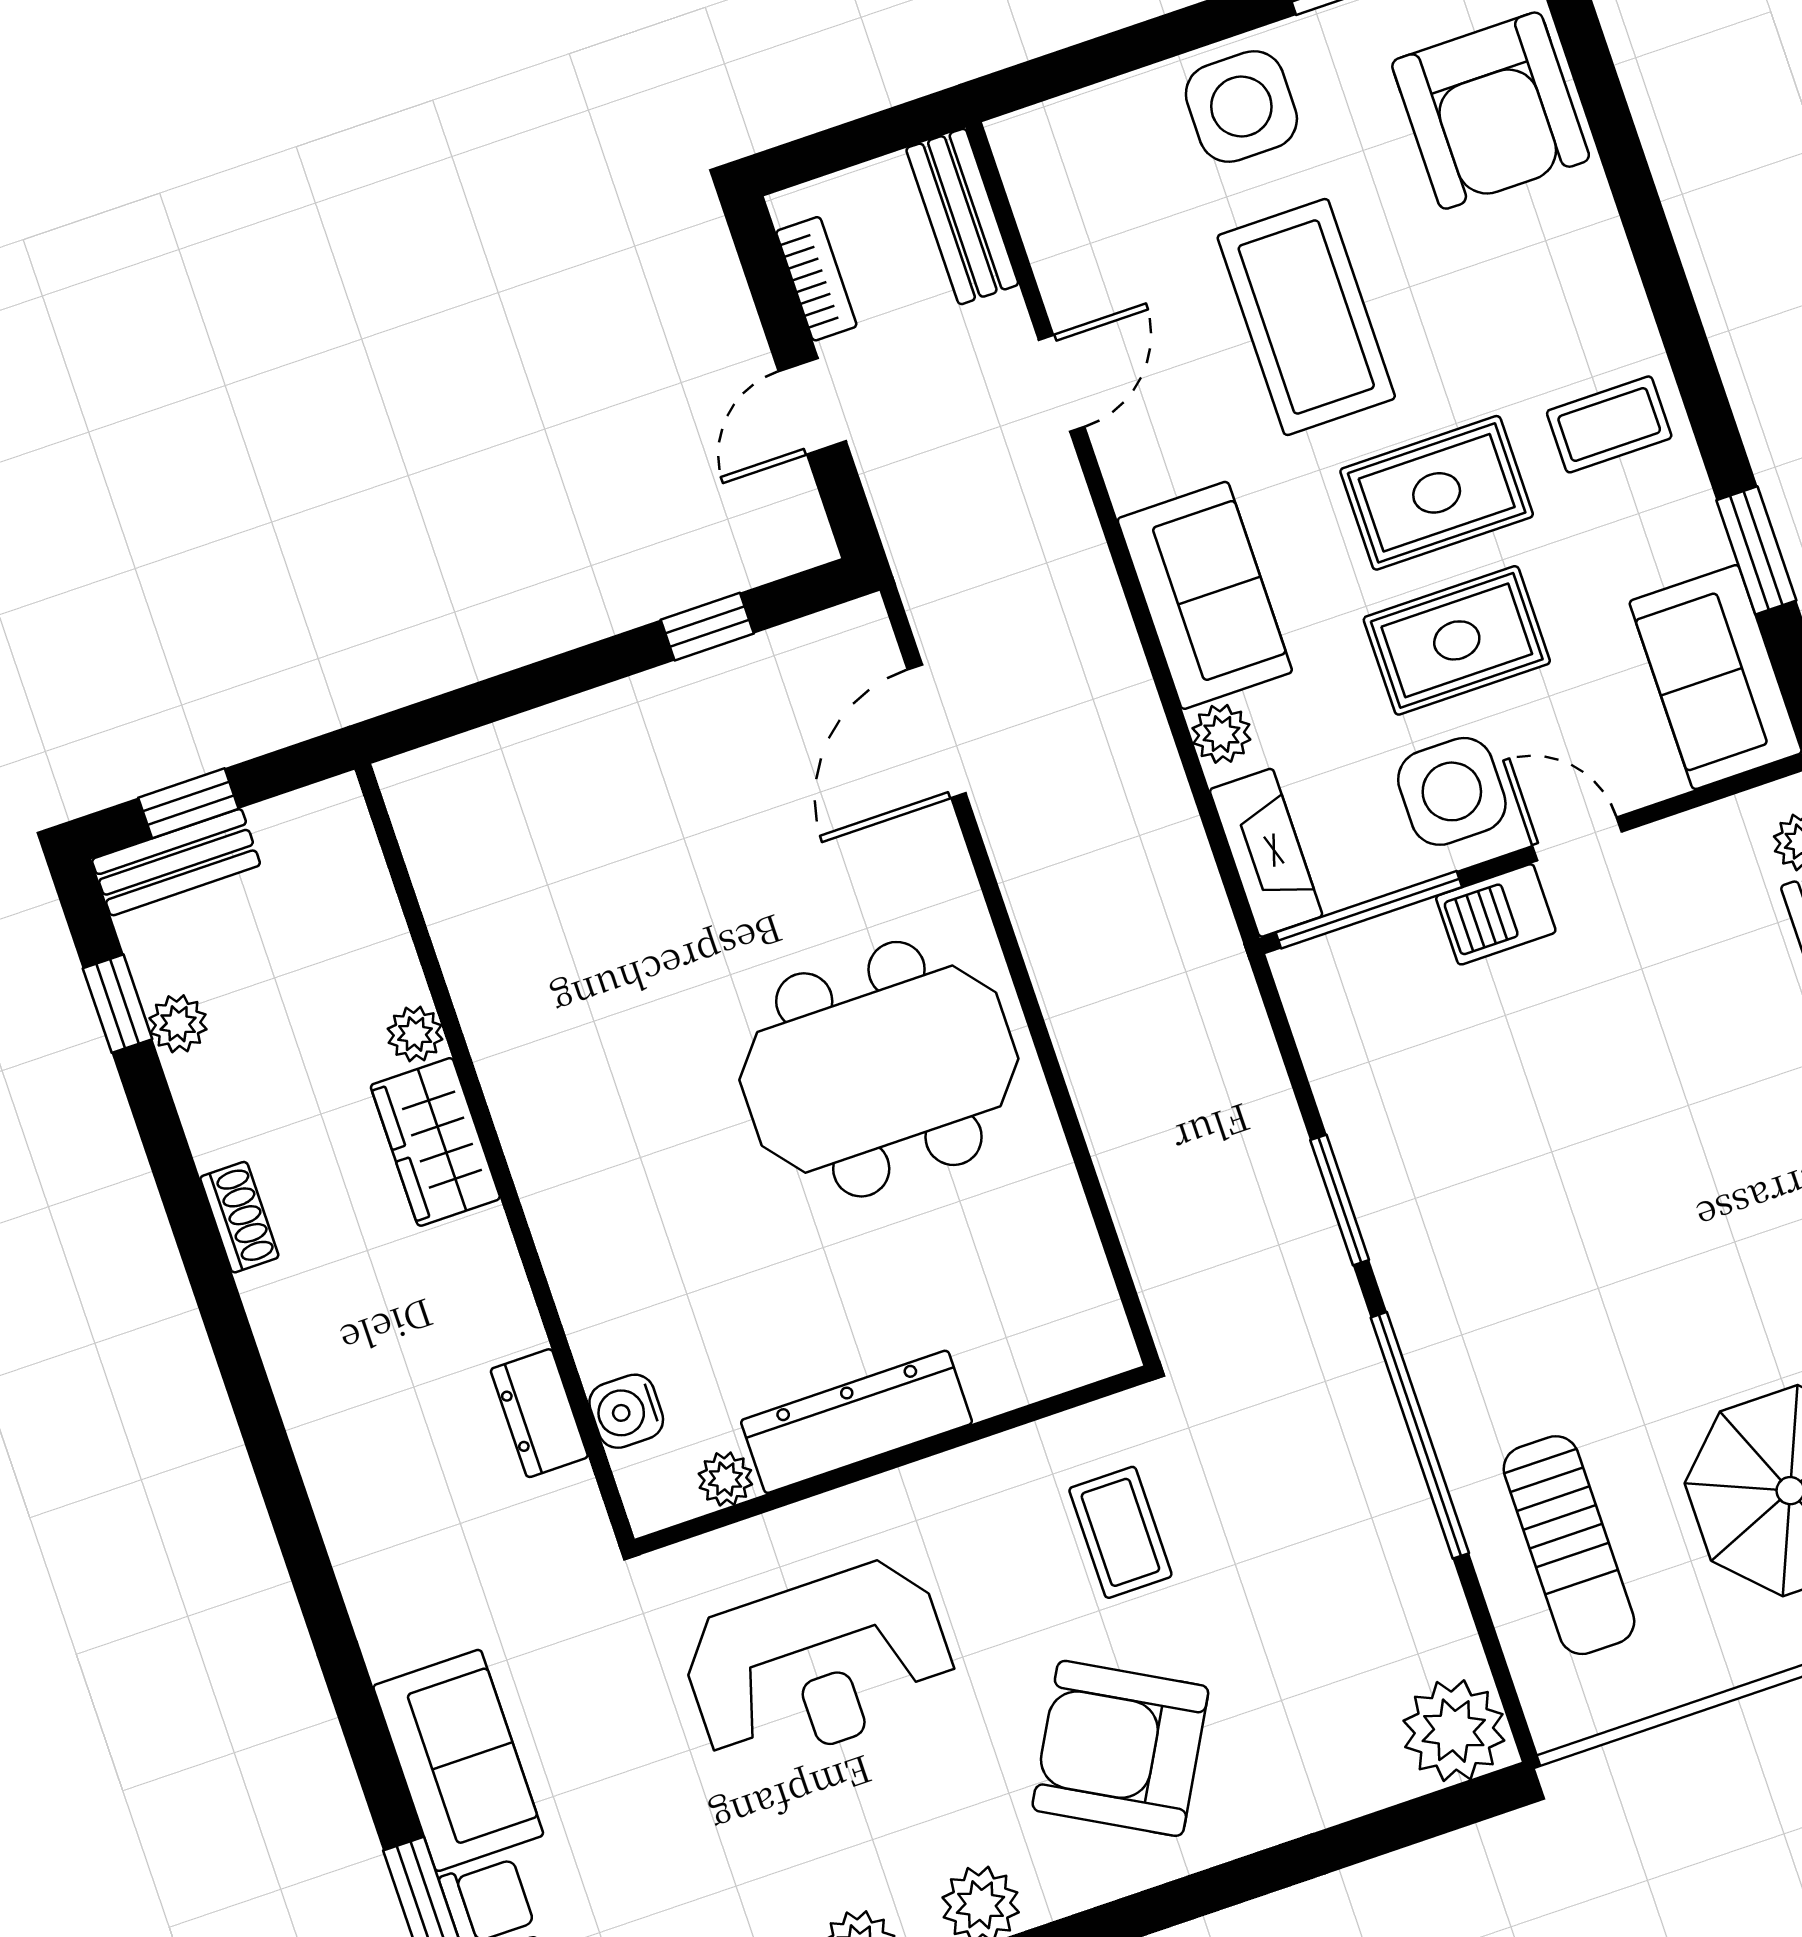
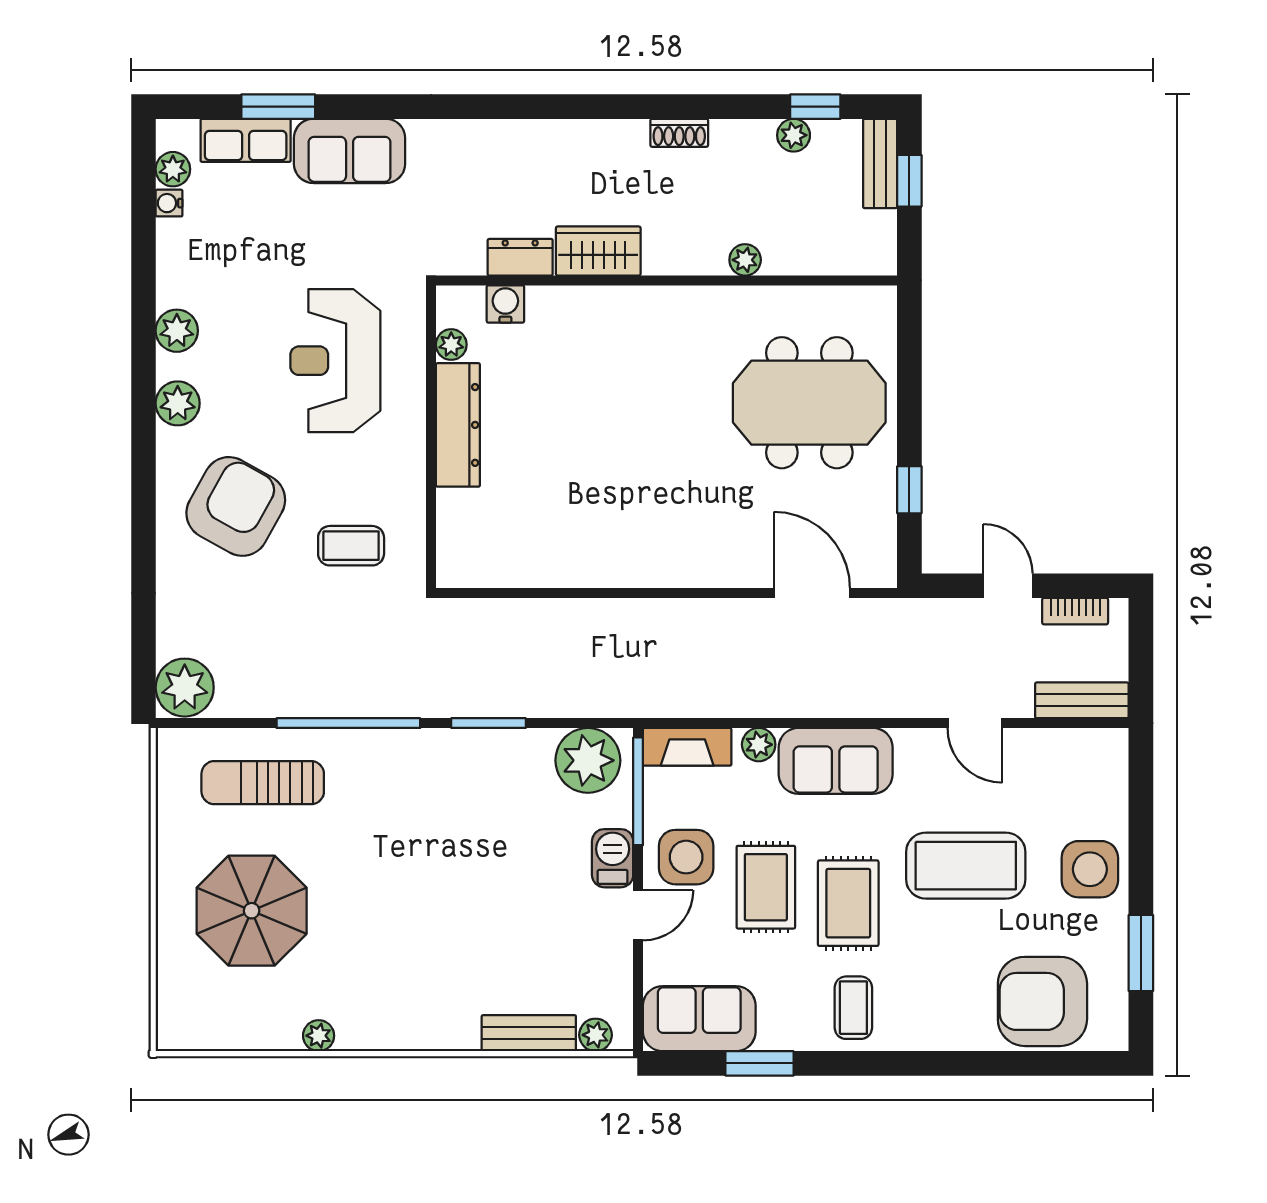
plant: (1346, 1012) -> (588, 760), added
meeting table: (879, 1069) -> (809, 403), moved, turned 90
wardrobe: (435, 1142) -> (598, 251), moved

